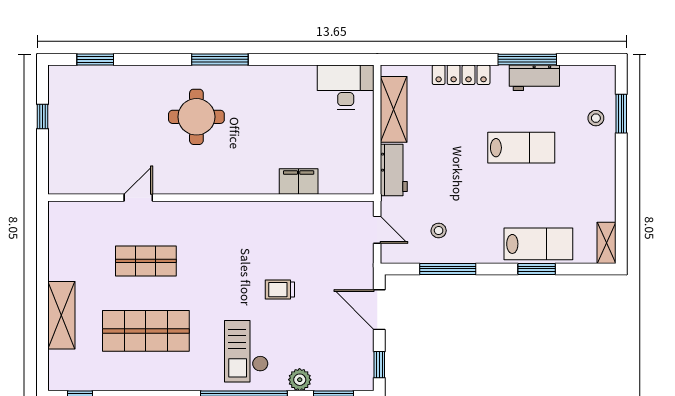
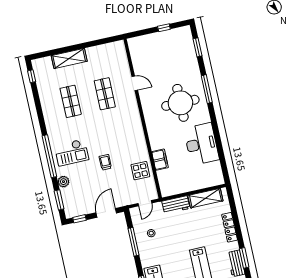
window: (220, 59) -> (207, 89), moved
window: (527, 59) -> (244, 258), width x0.69
desk: (346, 87) -> (201, 144), moved, width x1.36, depth x1.30
round table: (196, 117) -> (180, 103), width x1.36, depth x1.36
display table: (312, 225) -> (140, 171), added
shop shelf: (146, 331) -> (71, 101), width x0.70, depth x0.74
checkout: (246, 351) -> (72, 153), turned 180

